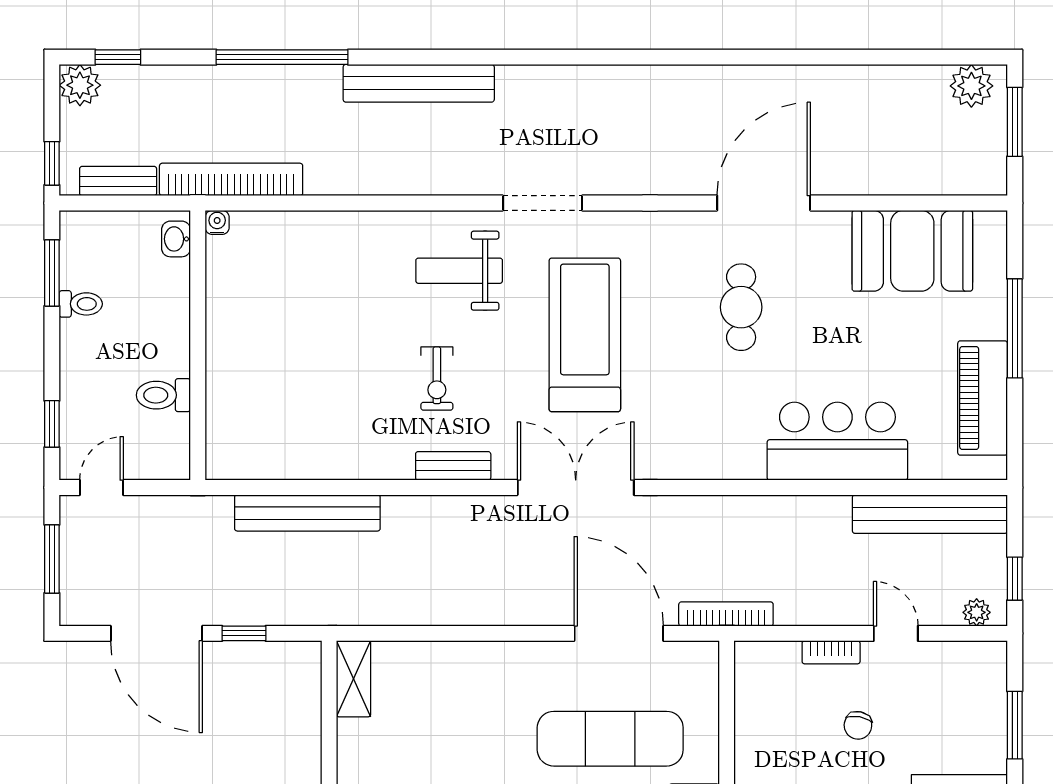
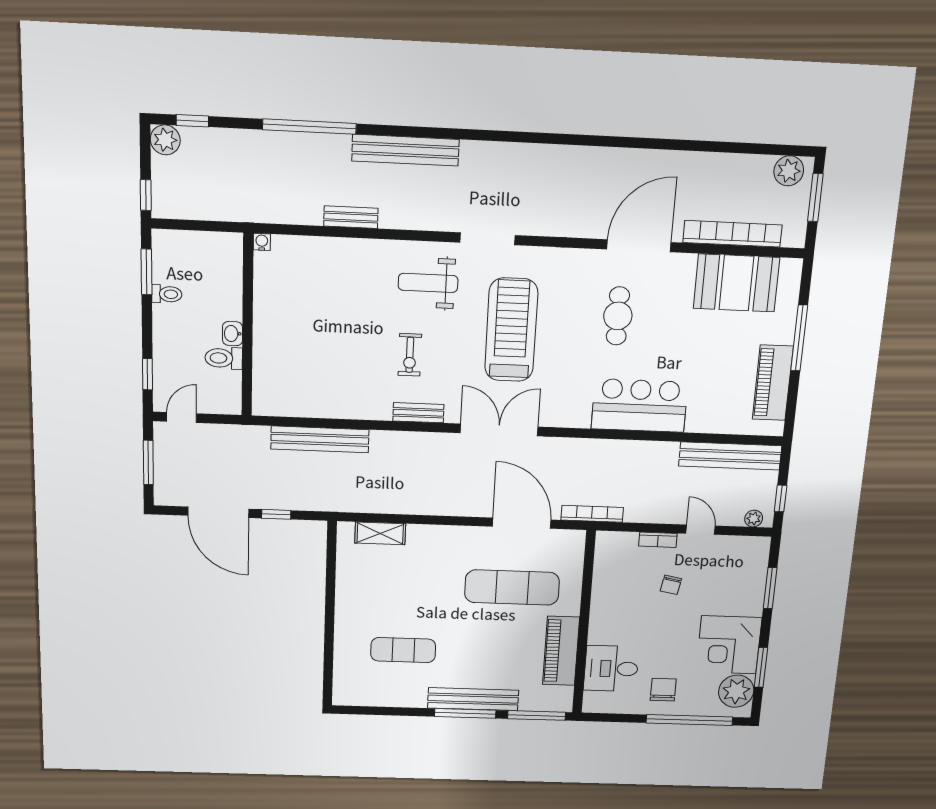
bookcase: (231, 179) -> (732, 234), moved
bench: (118, 181) -> (351, 217), moved
washbasin: (176, 239) -> (232, 334), moved
bar counter: (837, 441) -> (640, 406), moved
shelving: (354, 679) -> (380, 533), moved, turned 90

